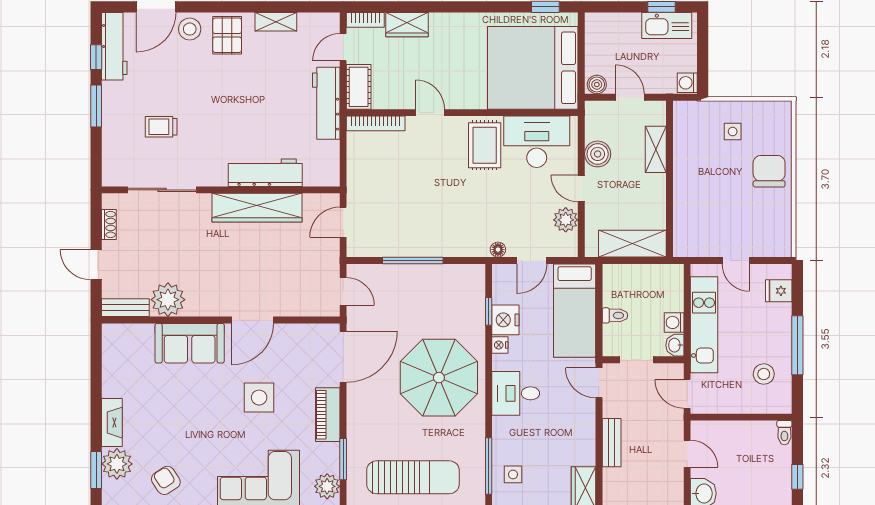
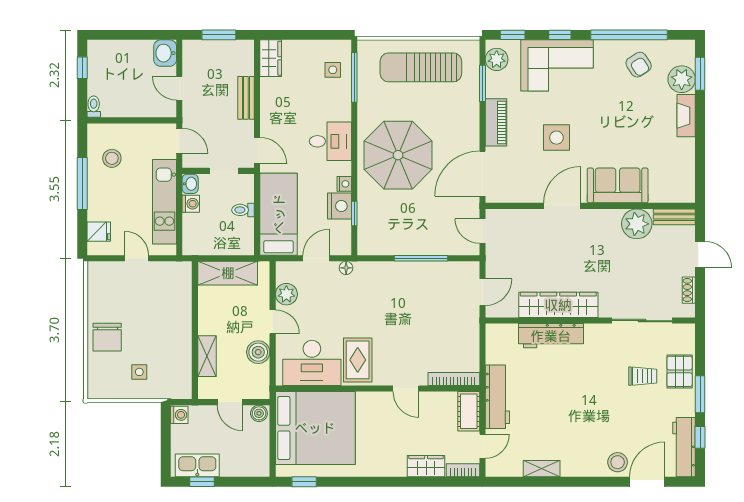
pallet: (227, 35) -> (680, 371), moved

